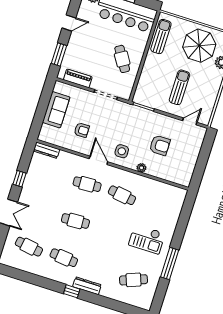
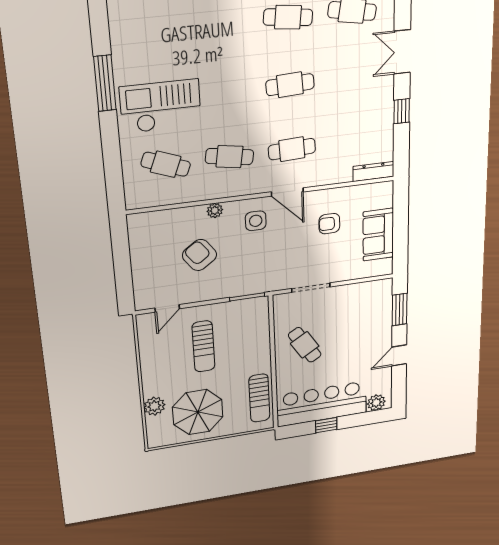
piano: (78, 78) -> (361, 291), removed
armchair: (160, 145) -> (199, 255), turned 54
checkout: (147, 239) -> (161, 106), width x1.36, depth x1.21
cafe table: (134, 280) -> (166, 164), moved, turned 42

